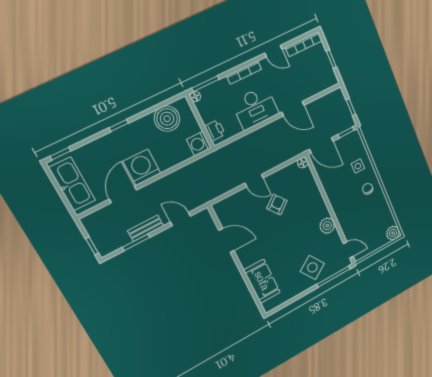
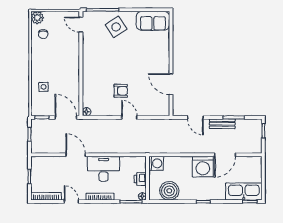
printer: (215, 130) -> (140, 179), moved
kitchen sink: (72, 184) -> (244, 192), moved, turned 90
chair: (368, 189) -> (43, 34), moved
armchair: (277, 204) -> (121, 91), turned -142
plant: (327, 226) -> (89, 53), removed
sofa: (262, 281) -> (153, 21), moved, turned -90

